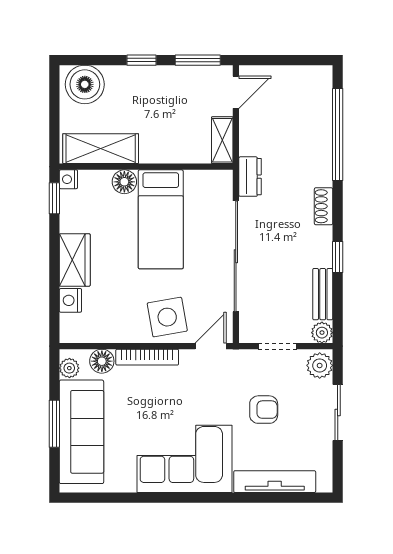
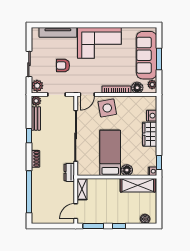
boiler: (85, 84) -> (145, 219), width x0.54, depth x0.54

